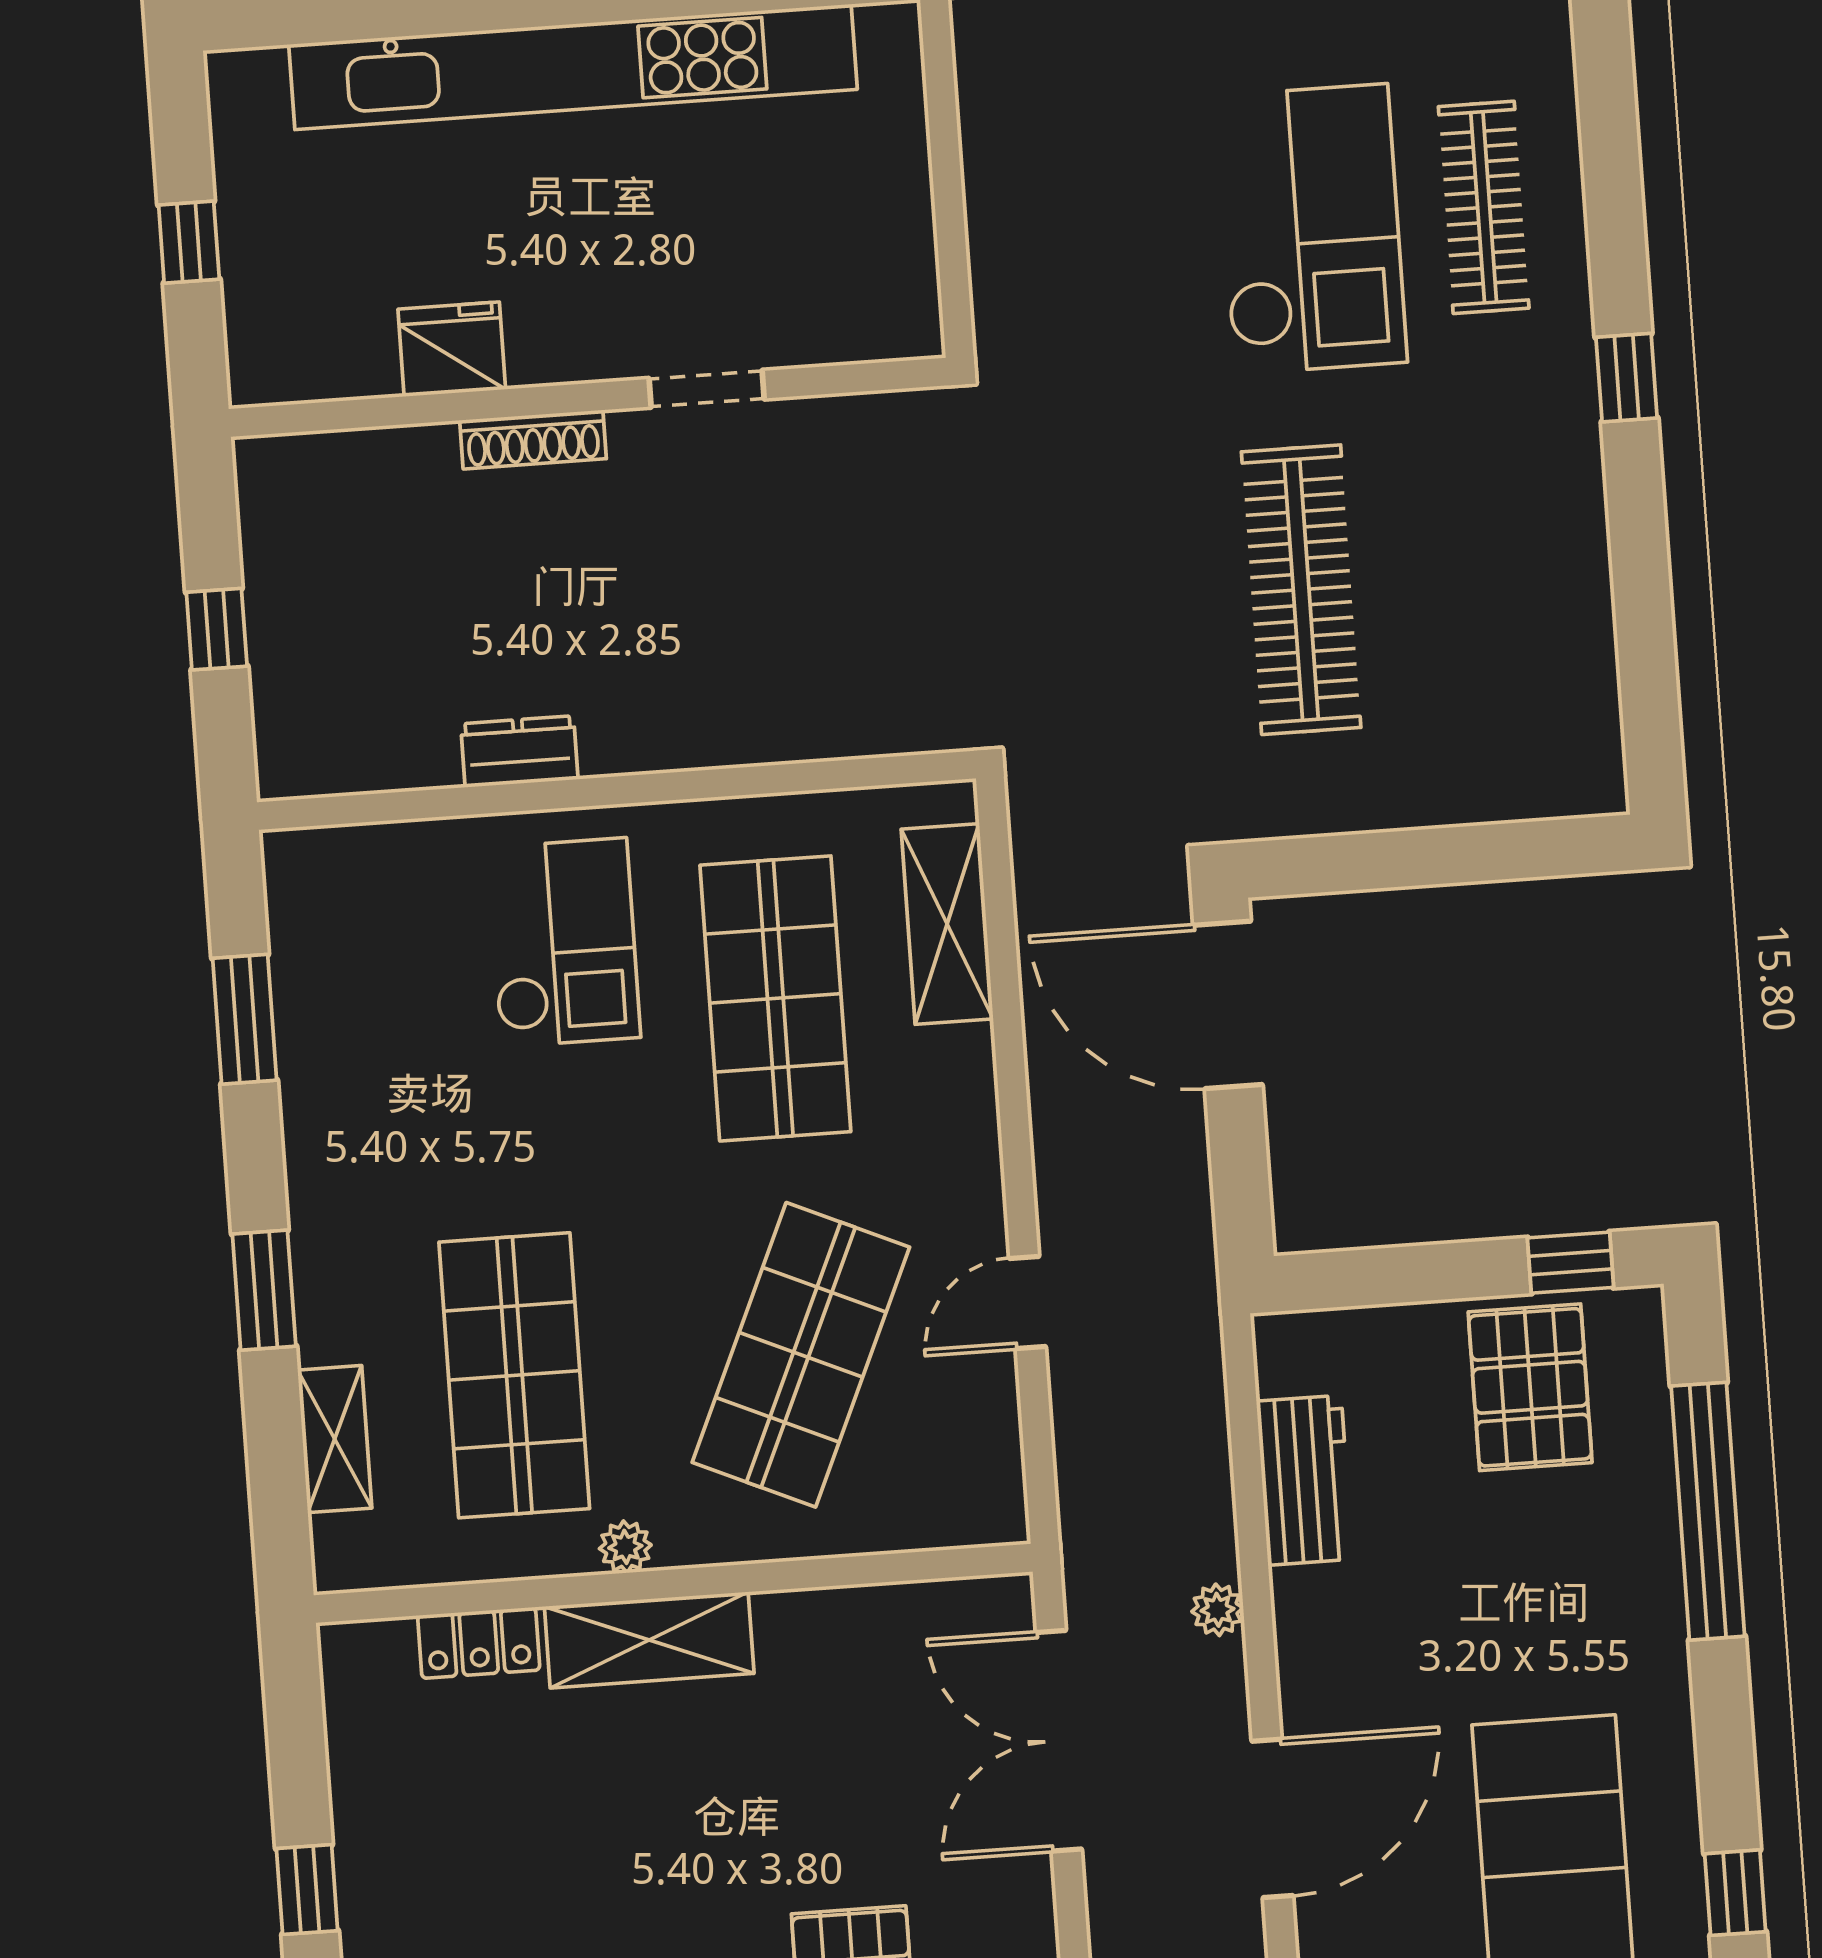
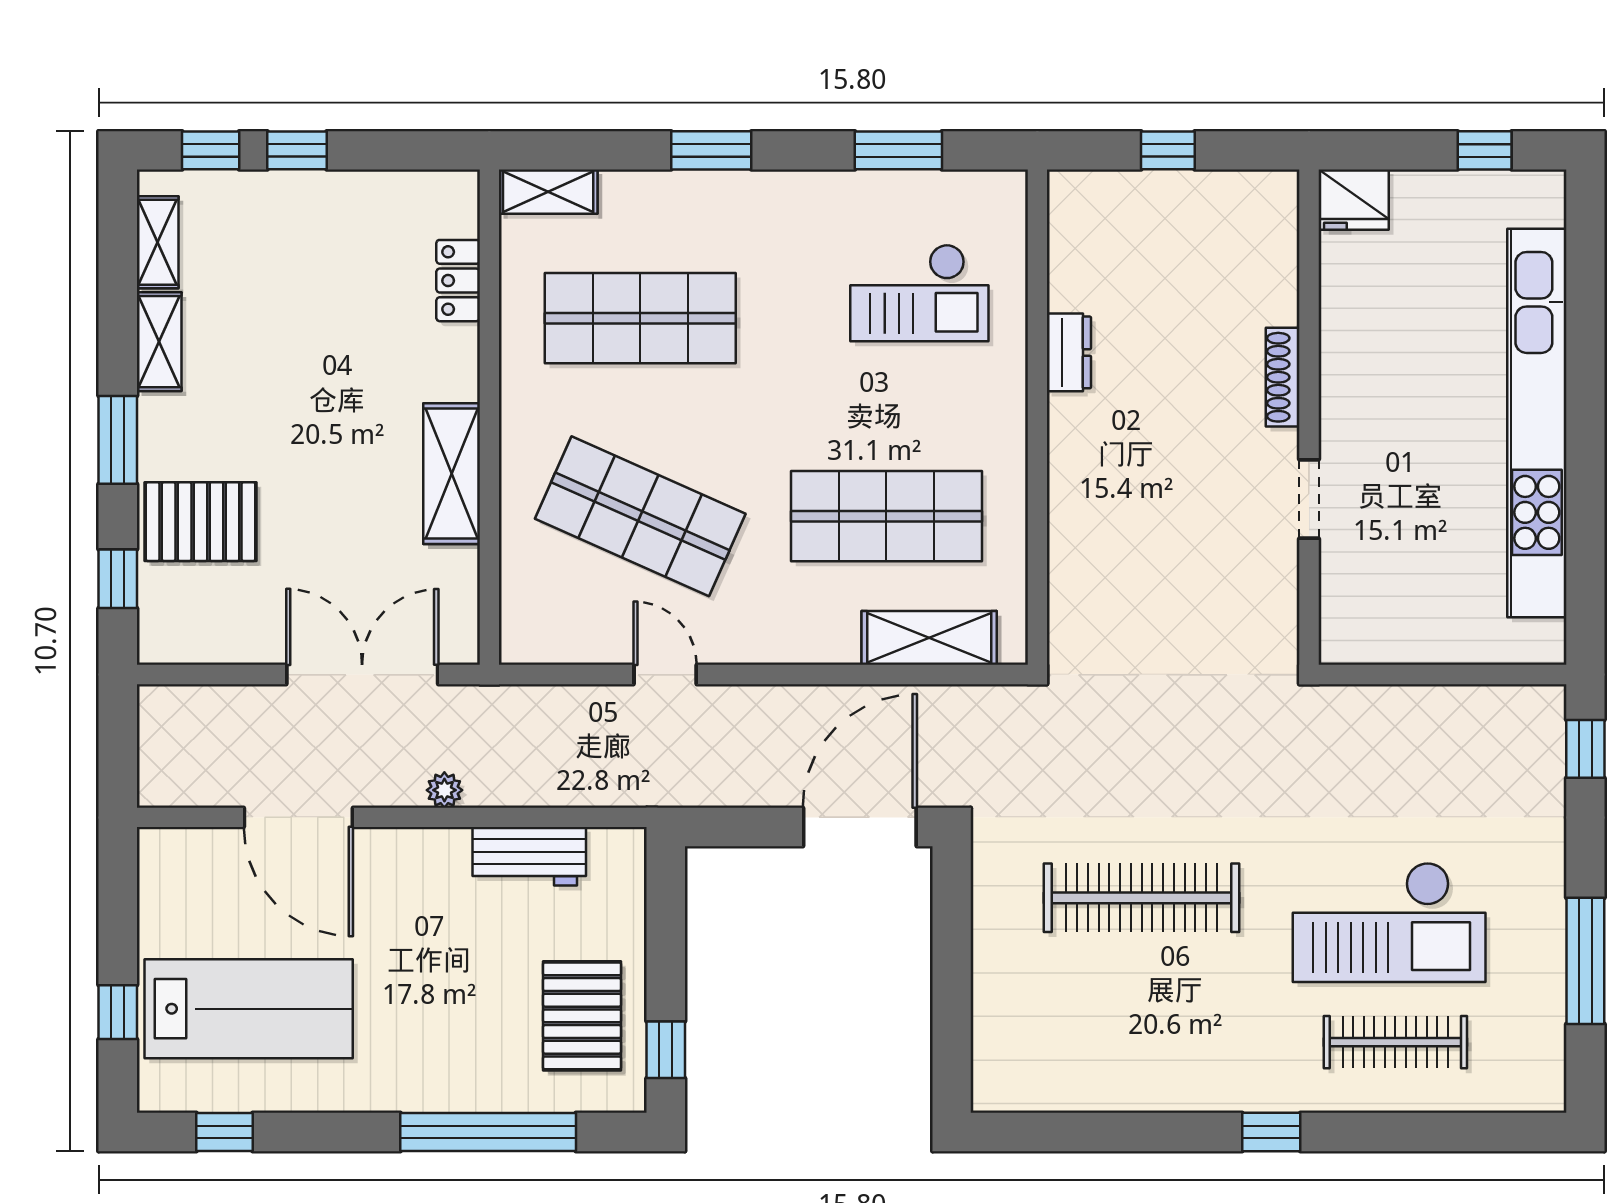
window: (189, 242) -> (1485, 150), moved
fridge: (452, 349) -> (1354, 200), moved, turned 90
checkout: (564, 942) -> (919, 293), moved
pallet: (1530, 1387) -> (582, 1016), turned 90
shelving: (335, 1439) -> (548, 192), moved
plant: (625, 1547) -> (517, 386), removed
shelving: (649, 1640) -> (452, 474), moved

